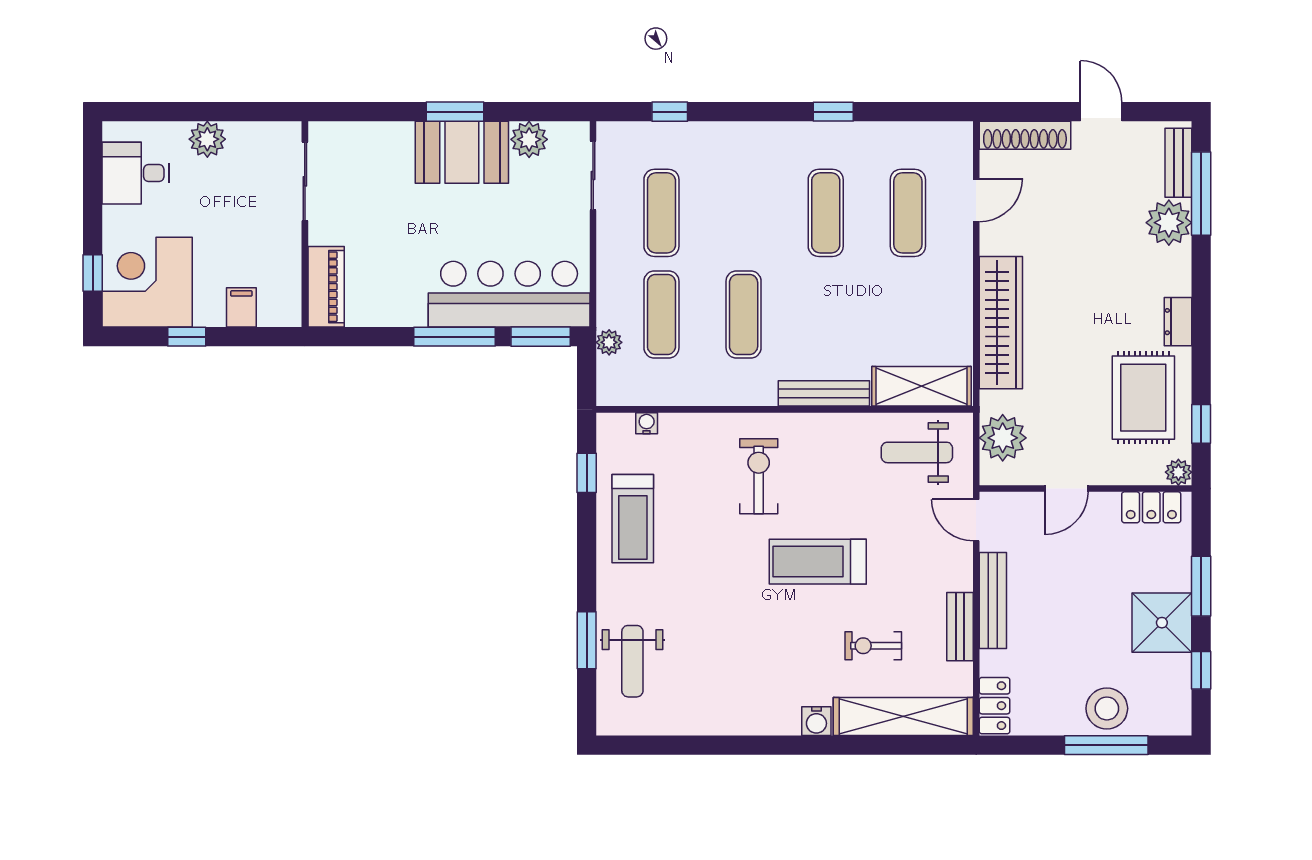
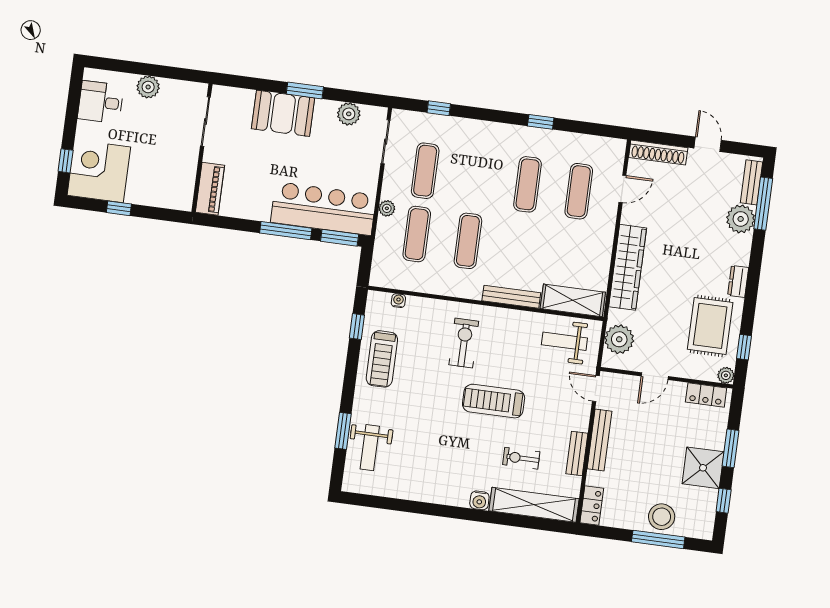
booth: (462, 152) -> (283, 113), moved
filing cabinet: (241, 307) -> (155, 195), removed
plant: (609, 342) -> (387, 208), moved

